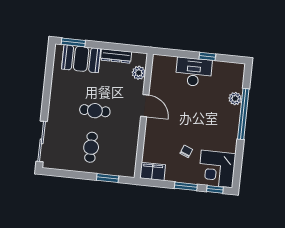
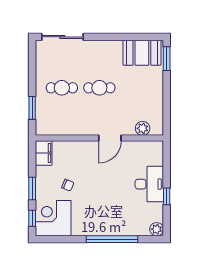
dresser: (116, 56) -> (157, 104), removed
booth: (81, 59) -> (142, 53), moved, turned 90
plant: (235, 99) -> (157, 229), moved
cafe table: (95, 111) -> (99, 88), turned 90

